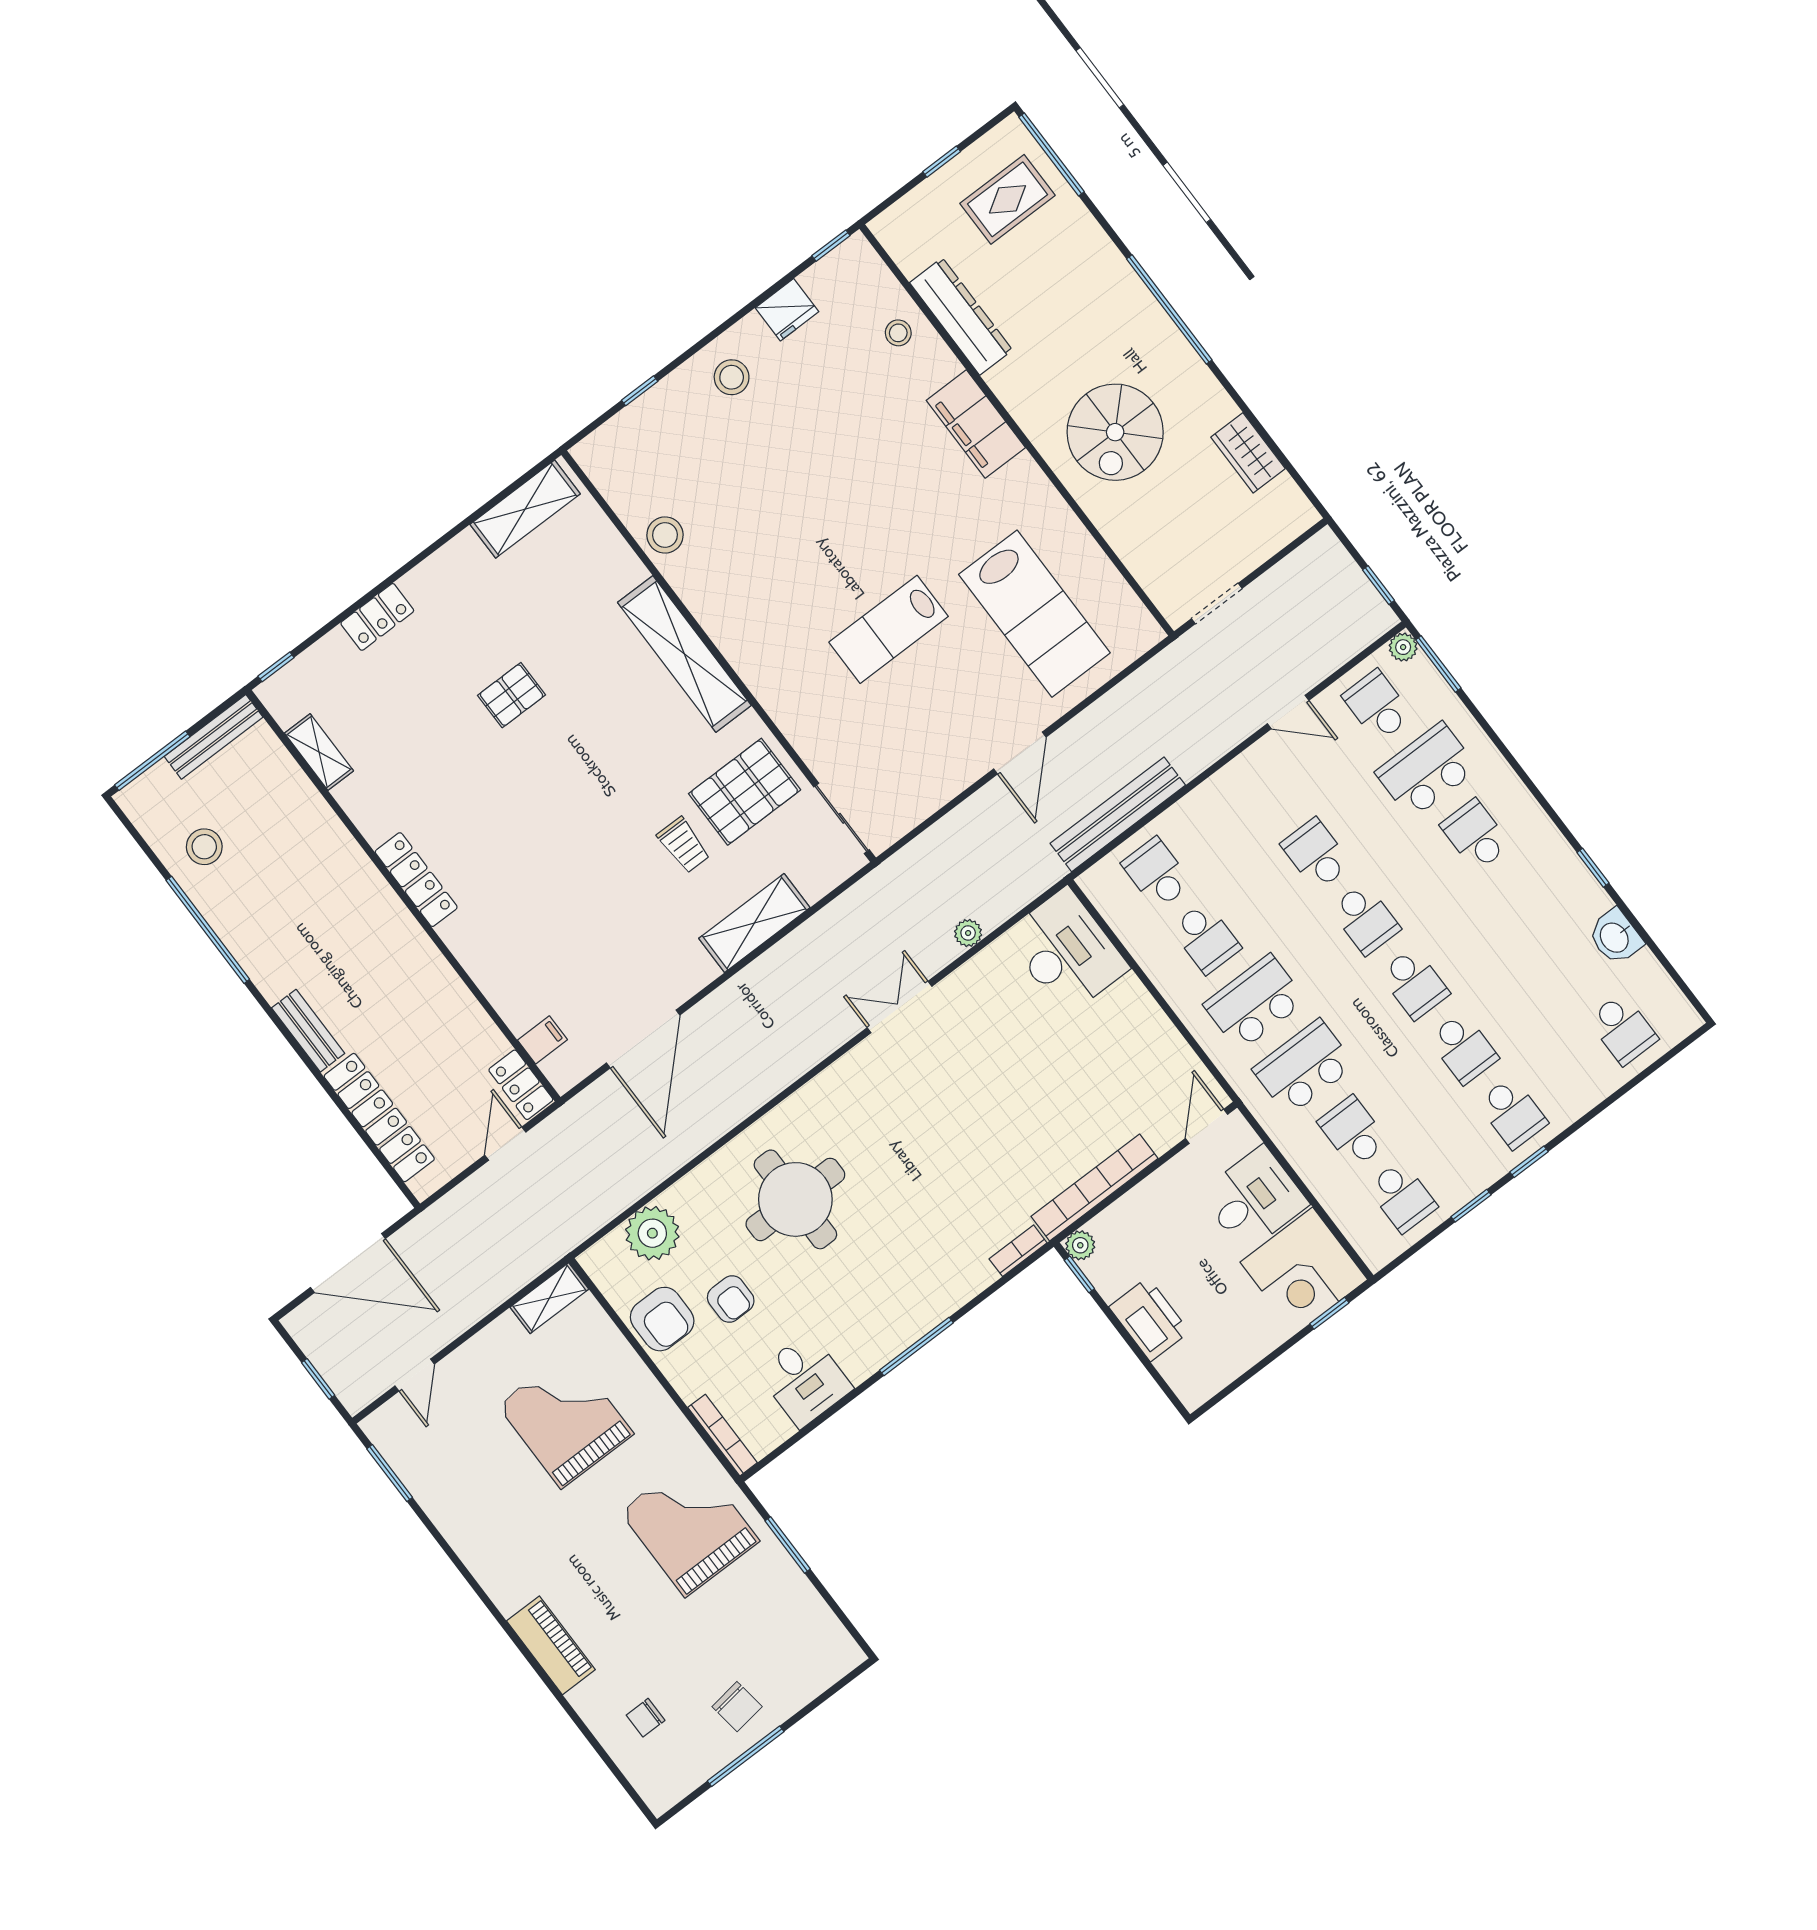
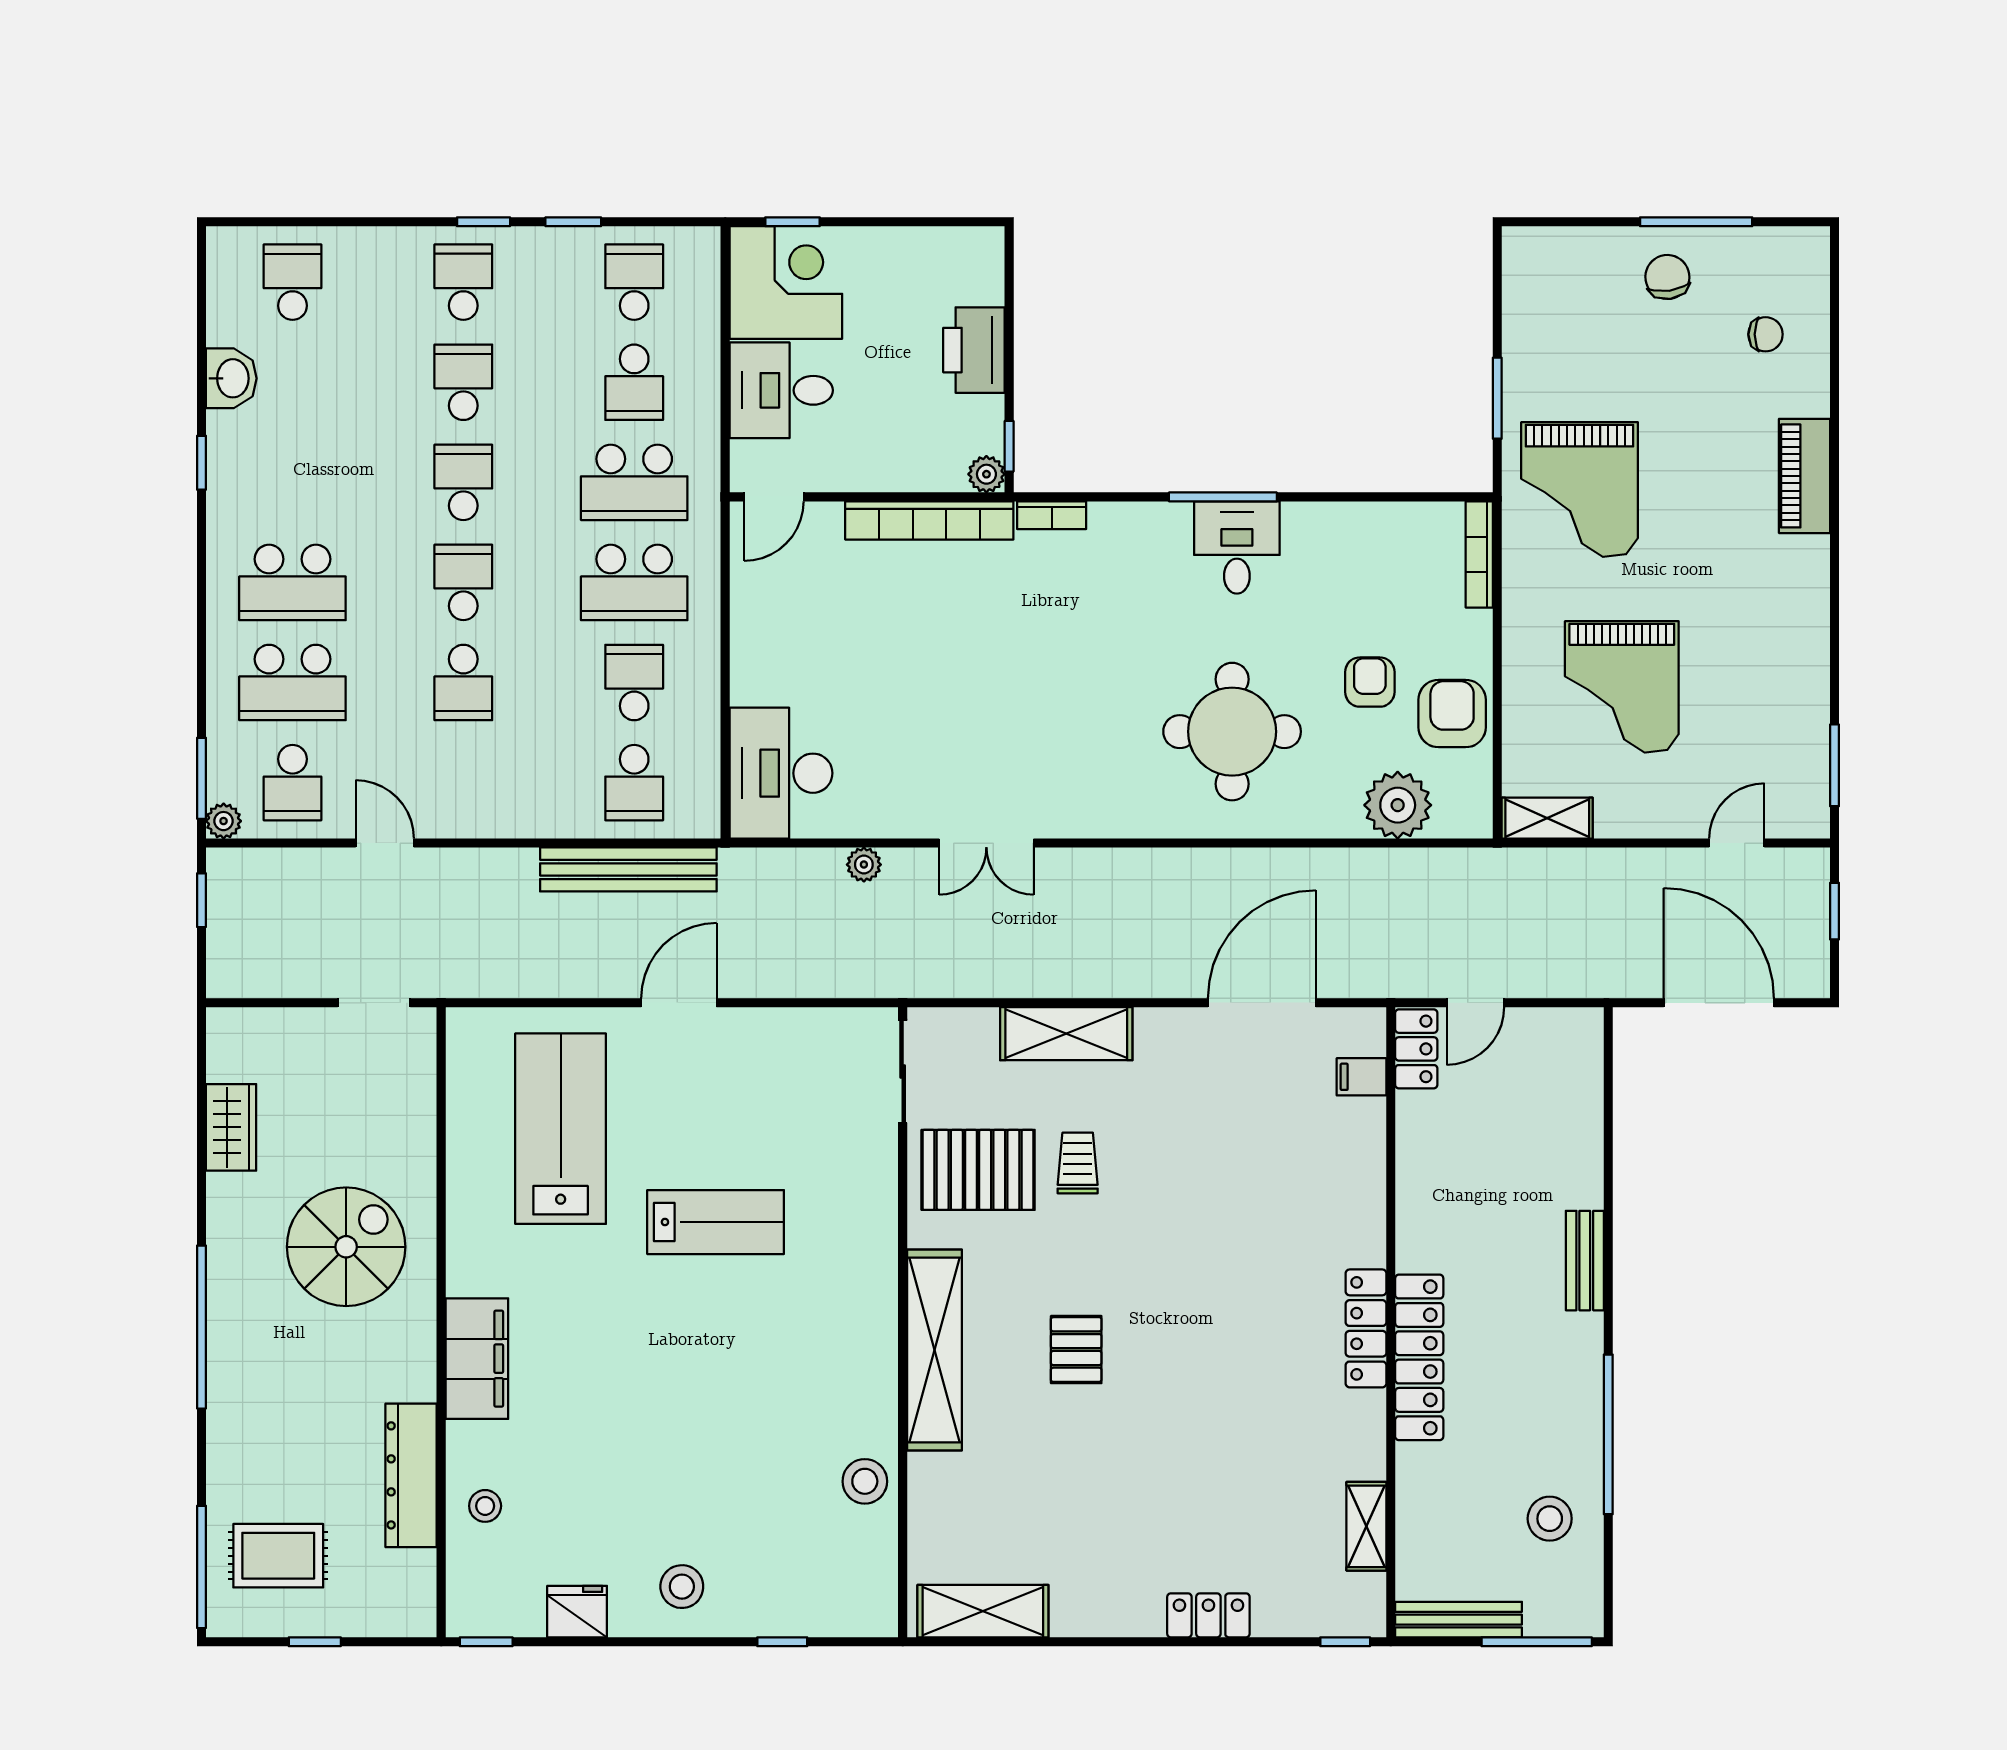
pallet: (512, 695) -> (1076, 1350), moved, turned 90
school desk: (1476, 835) -> (292, 582), width x1.85
locker: (379, 1118) -> (1419, 1357), moved, turned 180
desk: (805, 1380) -> (1237, 548), moved

